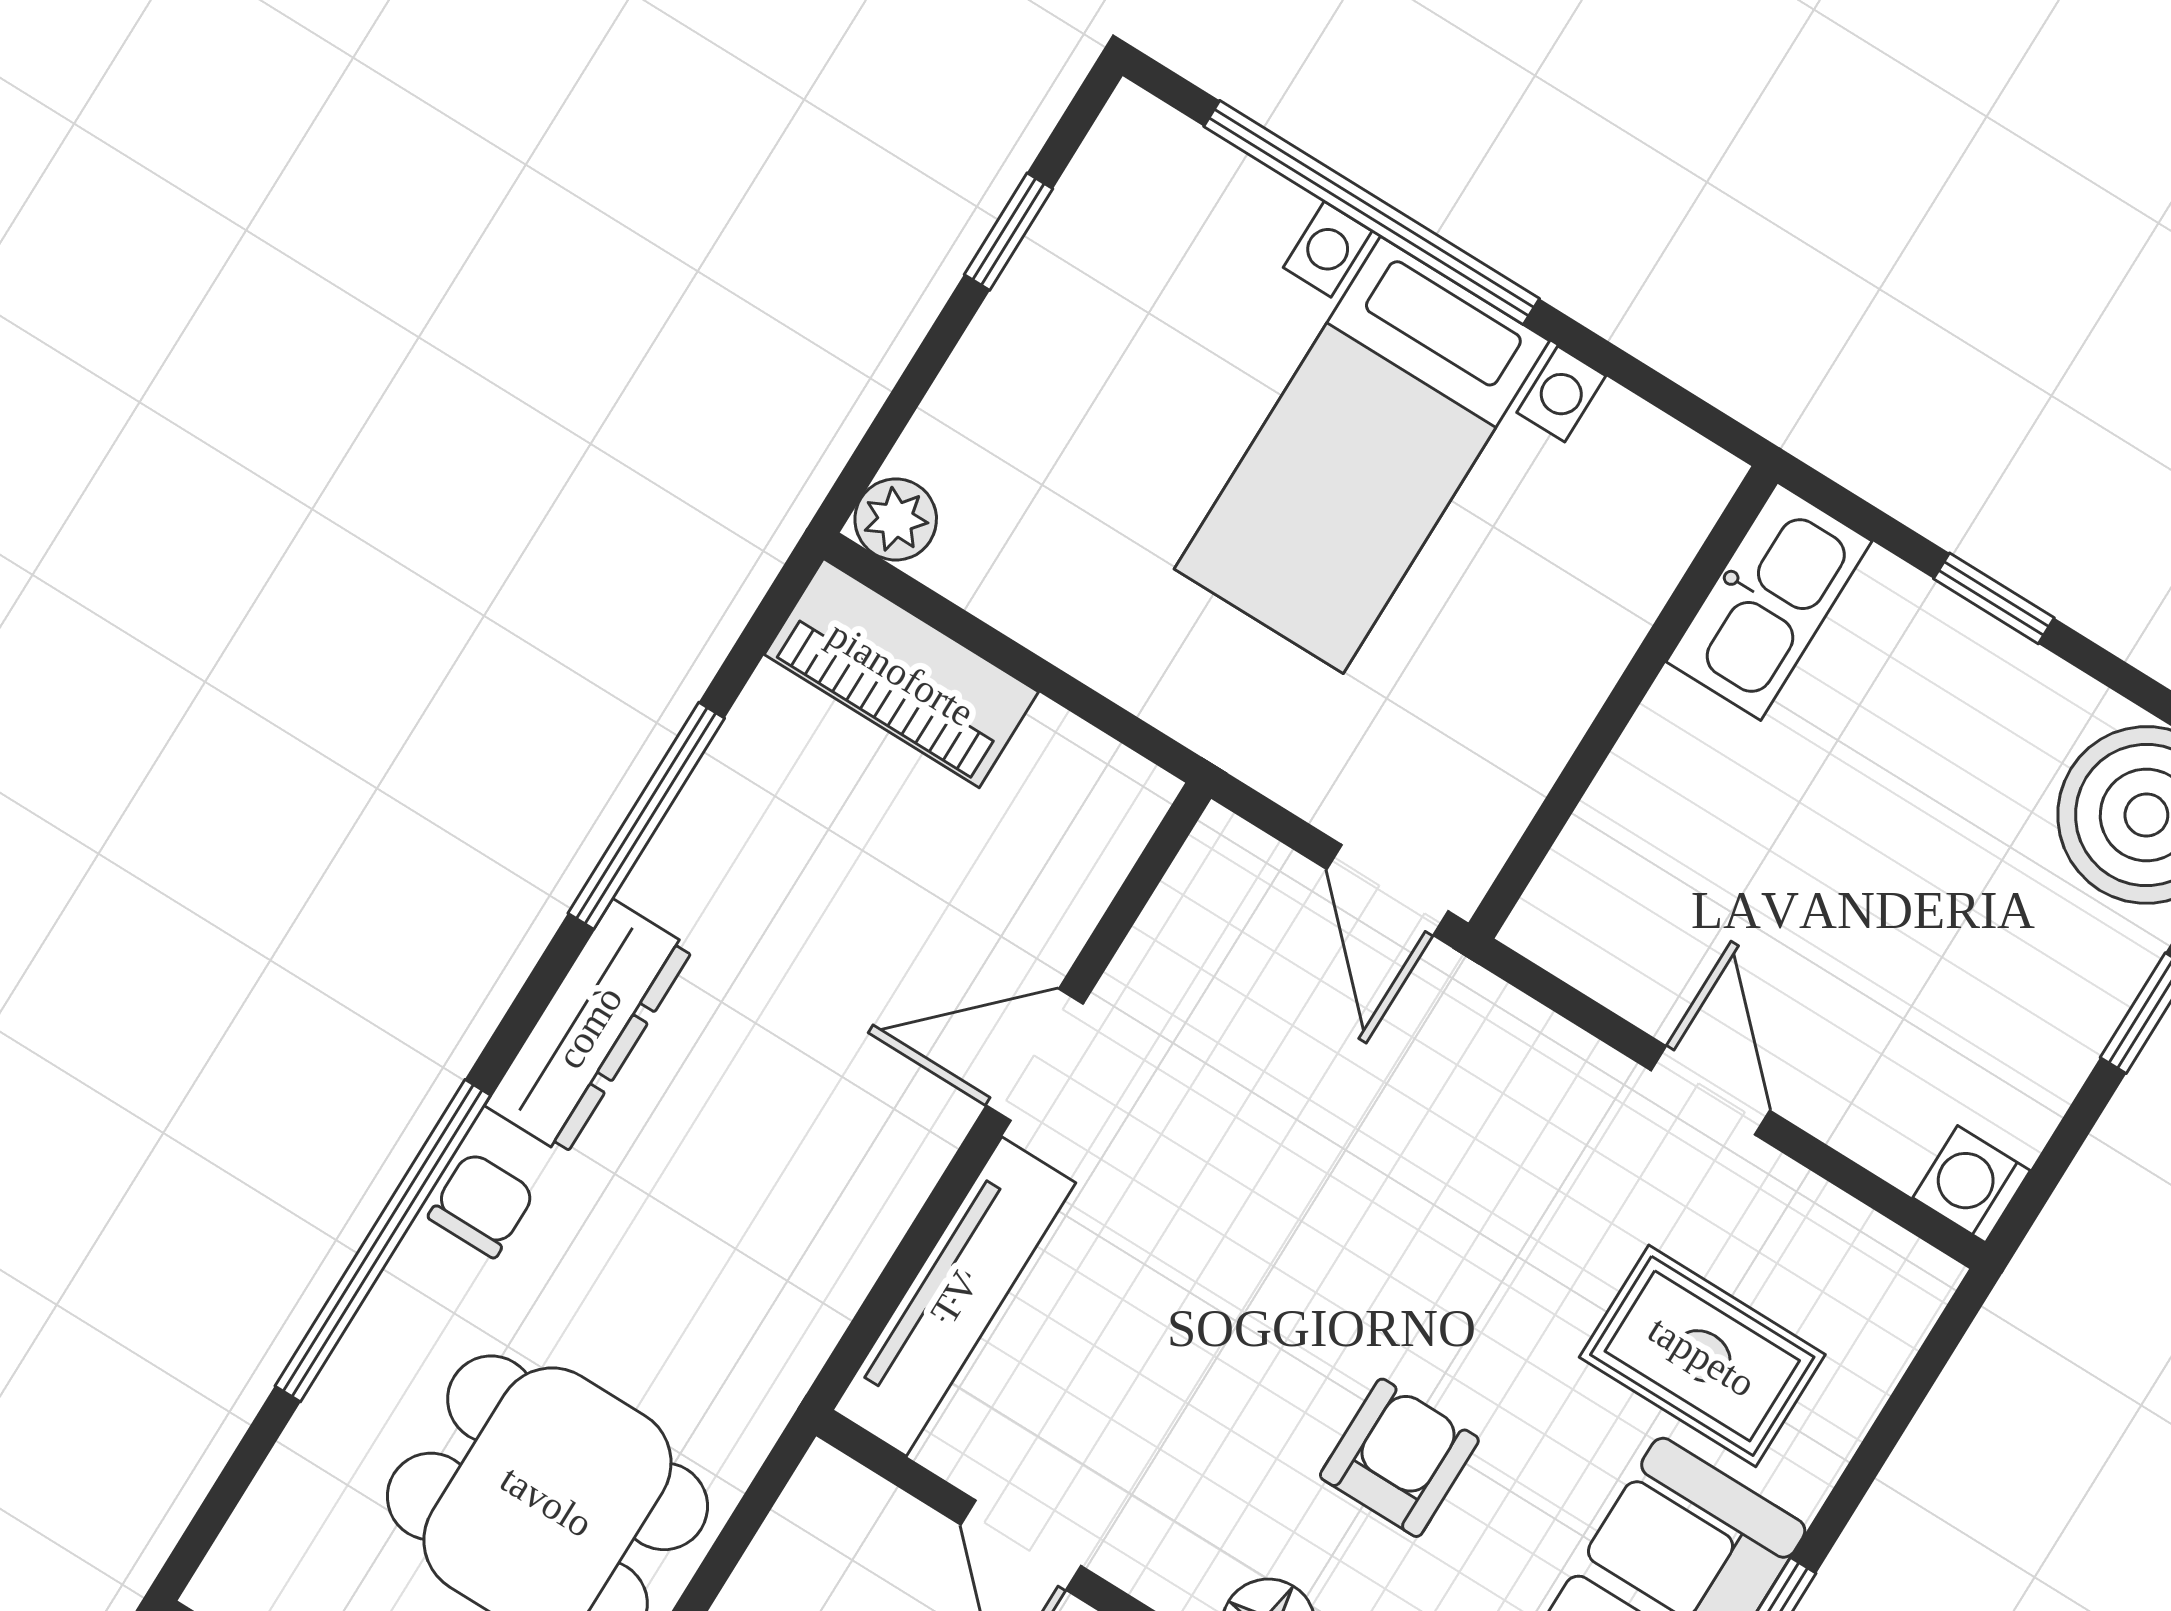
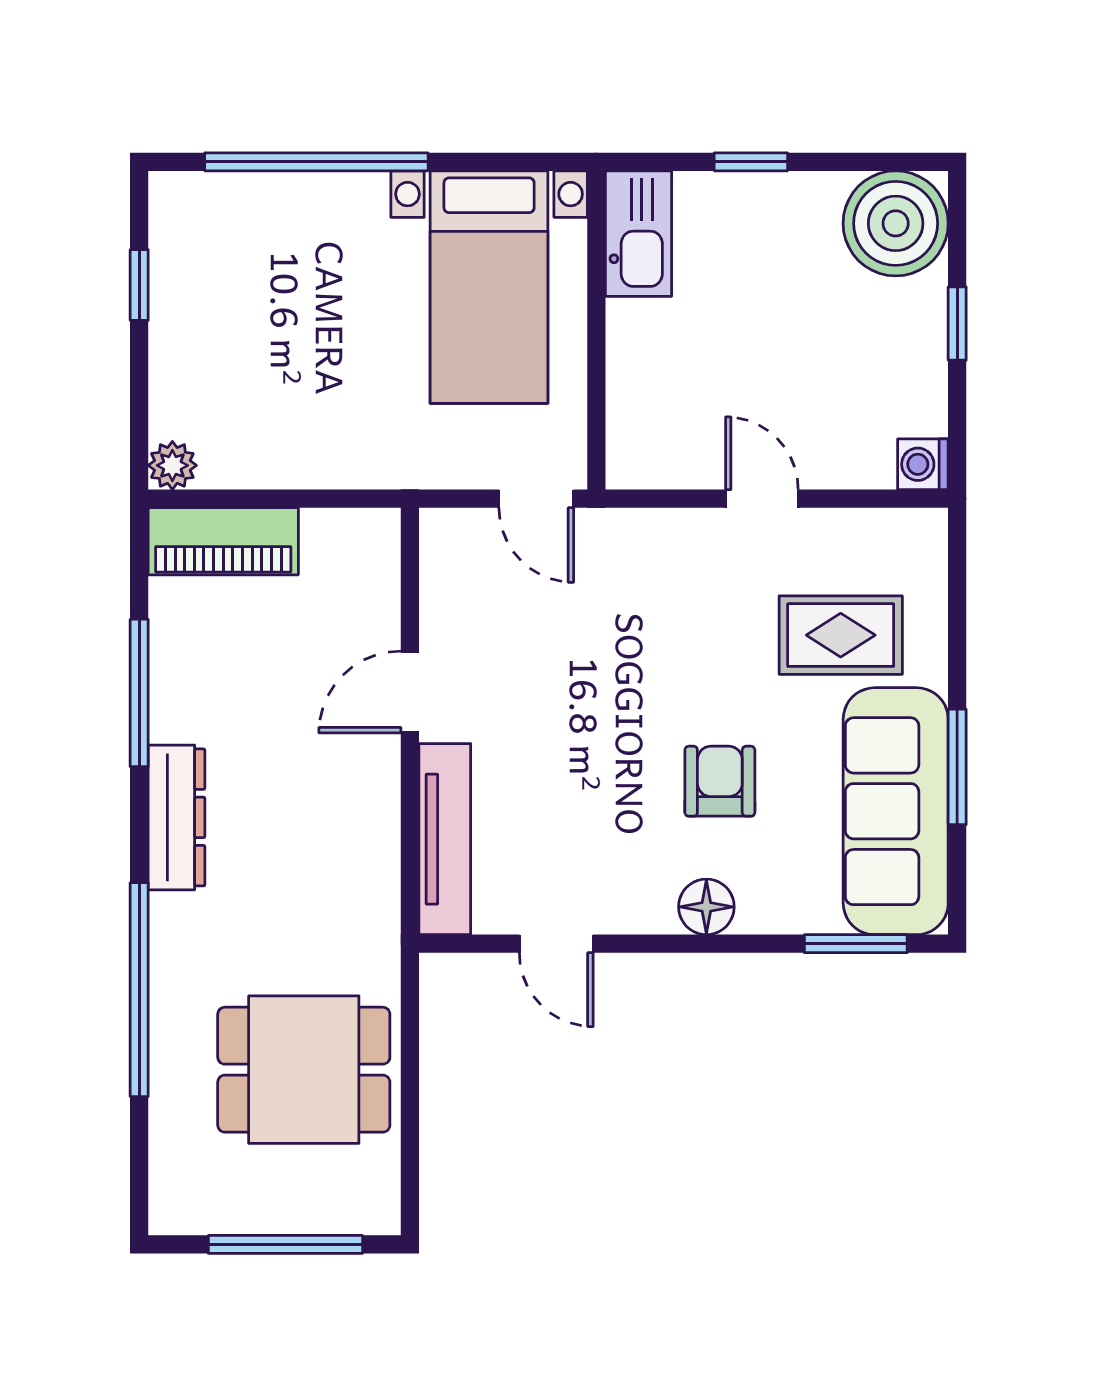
bed with nightstands: (1362, 455) -> (489, 287), moved
chair: (482, 1205) -> (178, 940), removed

